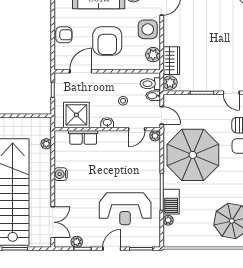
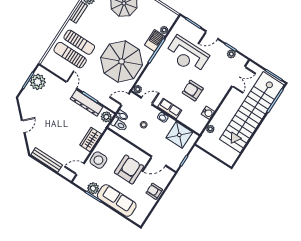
plant: (153, 55) -> (106, 142), removed
wardrobe: (171, 61) -> (91, 140), moved
dresser: (202, 84) -> (87, 103), added
door: (162, 115) -> (125, 100), hinge flipped
row of seats: (83, 137) -> (170, 108), moved
water cooler: (61, 174) -> (208, 113), moved
armchair: (93, 174) -> (193, 91), added
reception desk: (125, 209) -> (187, 55), turned 180
double door: (53, 222) -> (239, 76), swing flipped

